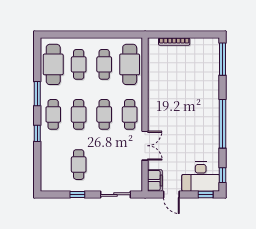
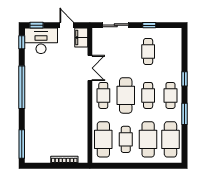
cafe table: (79, 64) -> (148, 139), width x1.37, depth x1.35
cafe table: (104, 114) -> (126, 95), width x1.37, depth x1.35
double door: (145, 146) -> (90, 68), swing flipped

